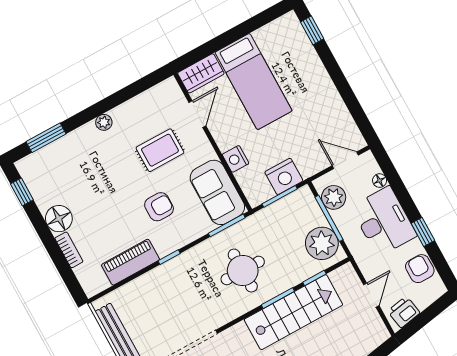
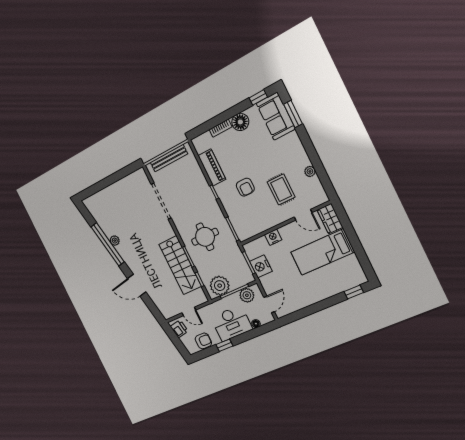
plant: (104, 122) -> (310, 171), moved
sofa: (217, 192) -> (276, 116), moved, turned -90

